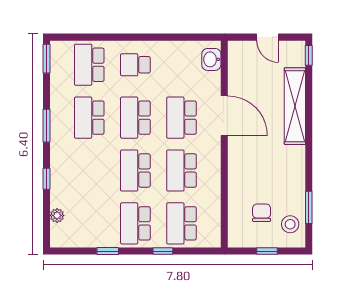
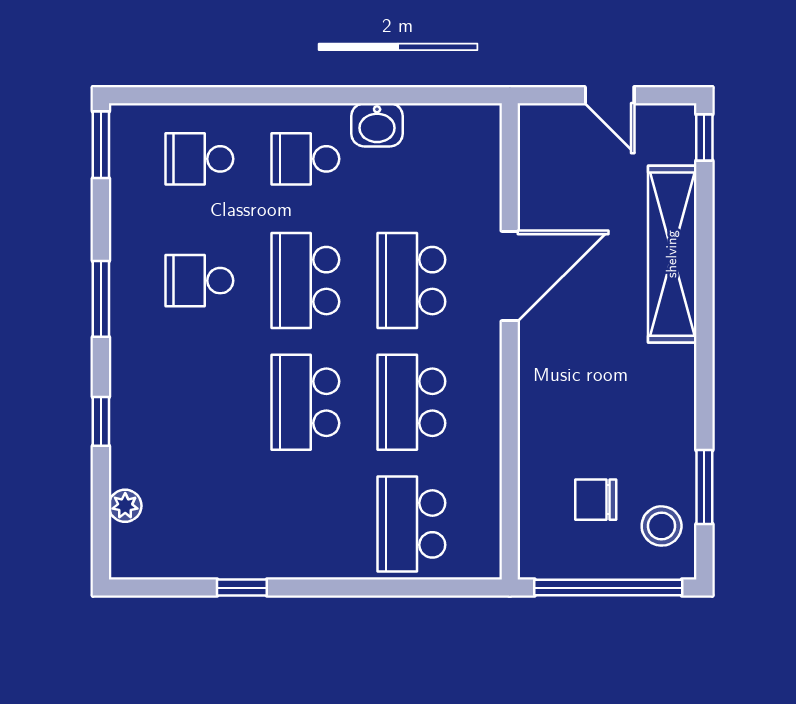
washbasin: (211, 59) -> (377, 125), moved, turned -90
school desk: (89, 65) -> (199, 159), width x0.54
door: (224, 116) -> (510, 276), hinge flipped
school desk: (89, 118) -> (199, 281), width x0.54
chair: (262, 213) -> (596, 500), turned -90
school desk: (135, 223) -> (305, 524), removed
window: (163, 251) -> (368, 588), removed
window: (267, 251) -> (608, 588), width x3.17

